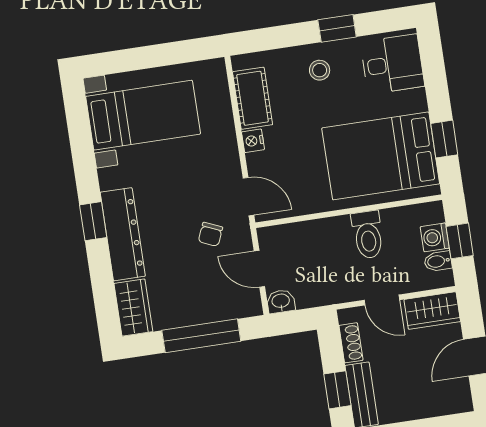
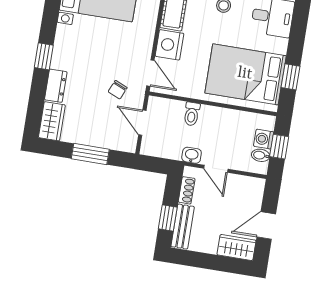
nightstand: (253, 141) -> (170, 45), width x1.89, depth x1.79
dresser: (123, 234) -> (56, 86), width x0.51, depth x0.80
toilet: (368, 235) -> (192, 114), moved, width x0.73, depth x0.72
washbasin: (281, 301) -> (192, 155), moved
wardrobe: (432, 311) -> (236, 247), moved, turned 180
window: (201, 336) -> (90, 154), width x0.69

